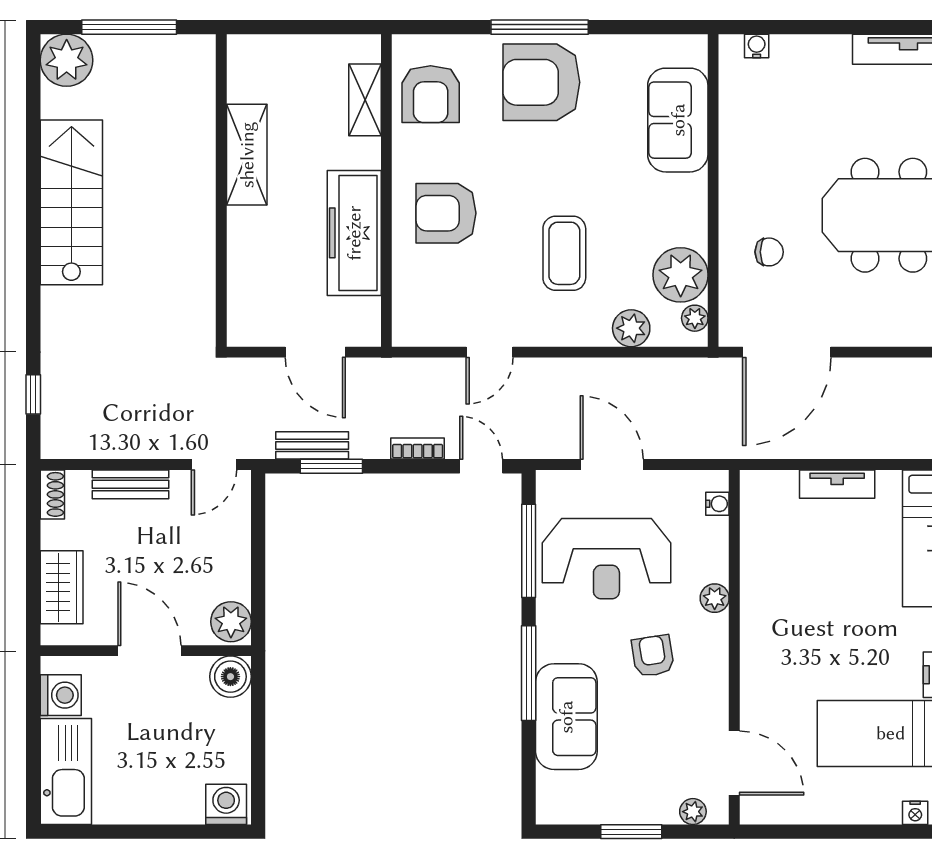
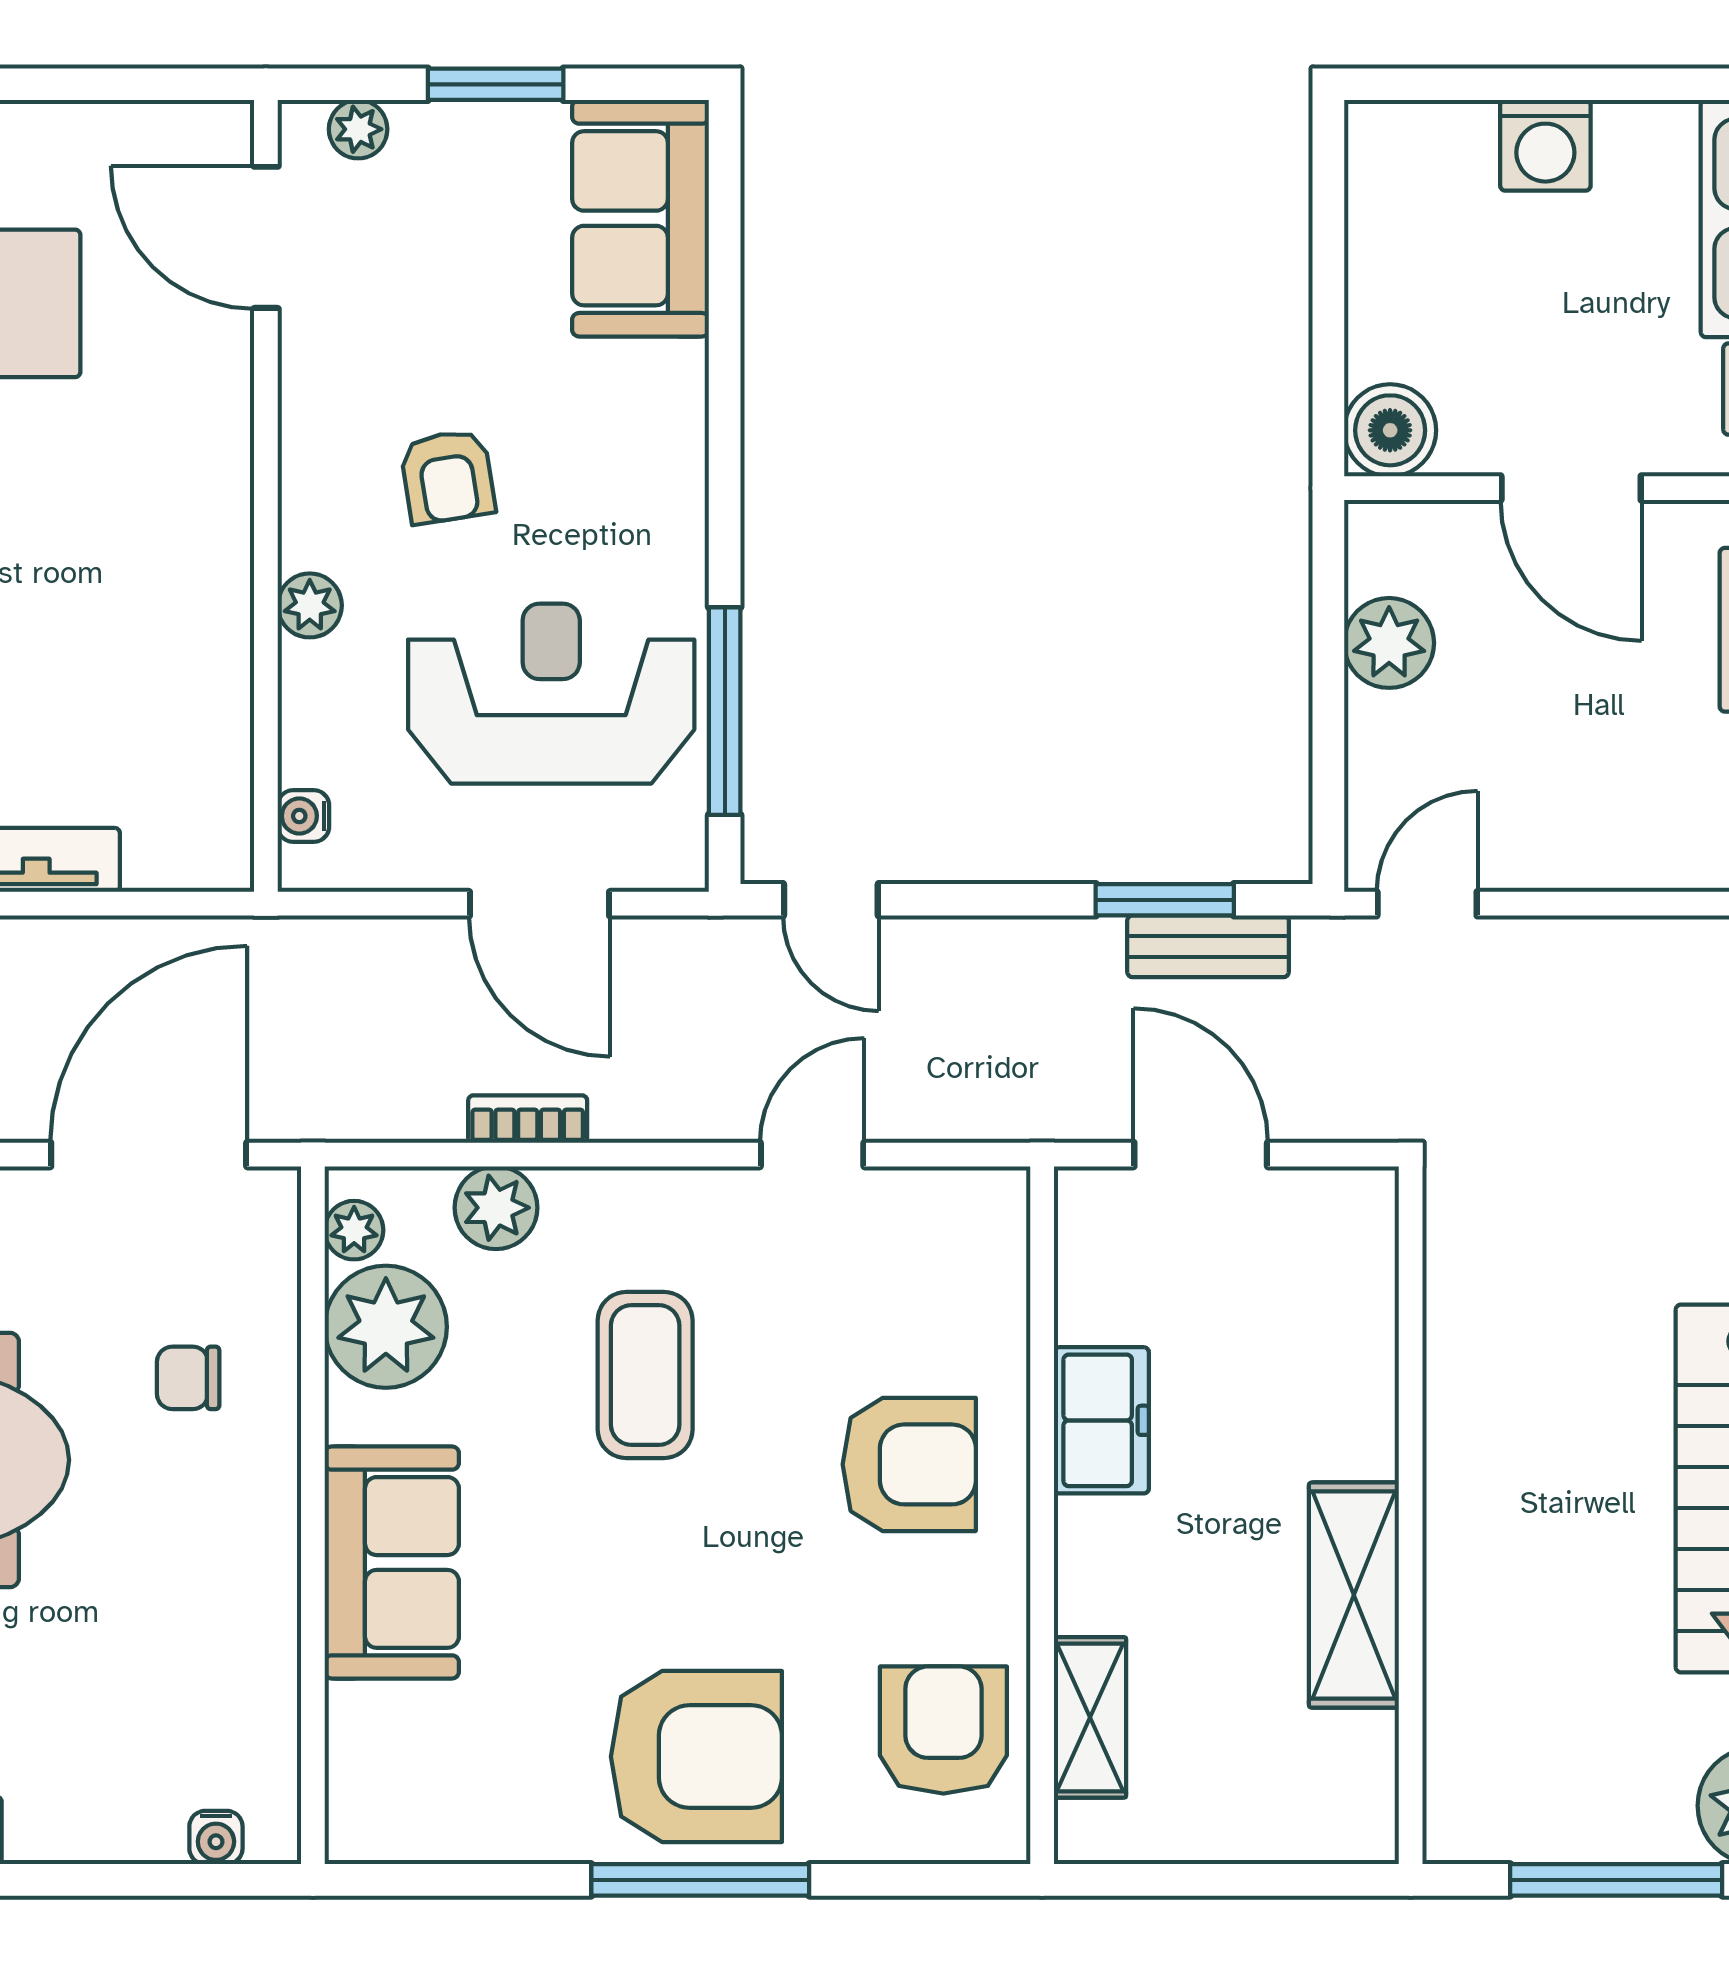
sofa: (678, 120) -> (392, 1562), moved
freezer: (354, 233) -> (1101, 1420), width x0.52, depth x0.79
bookcase: (418, 449) -> (528, 1119), moved, turned 180
bench: (131, 484) -> (1613, 859), removed
plant: (231, 622) -> (1389, 643), moved
window: (529, 673) -> (725, 438), removed
sofa: (566, 717) -> (641, 218), moved
washing machine: (226, 804) -> (1545, 145), moved

